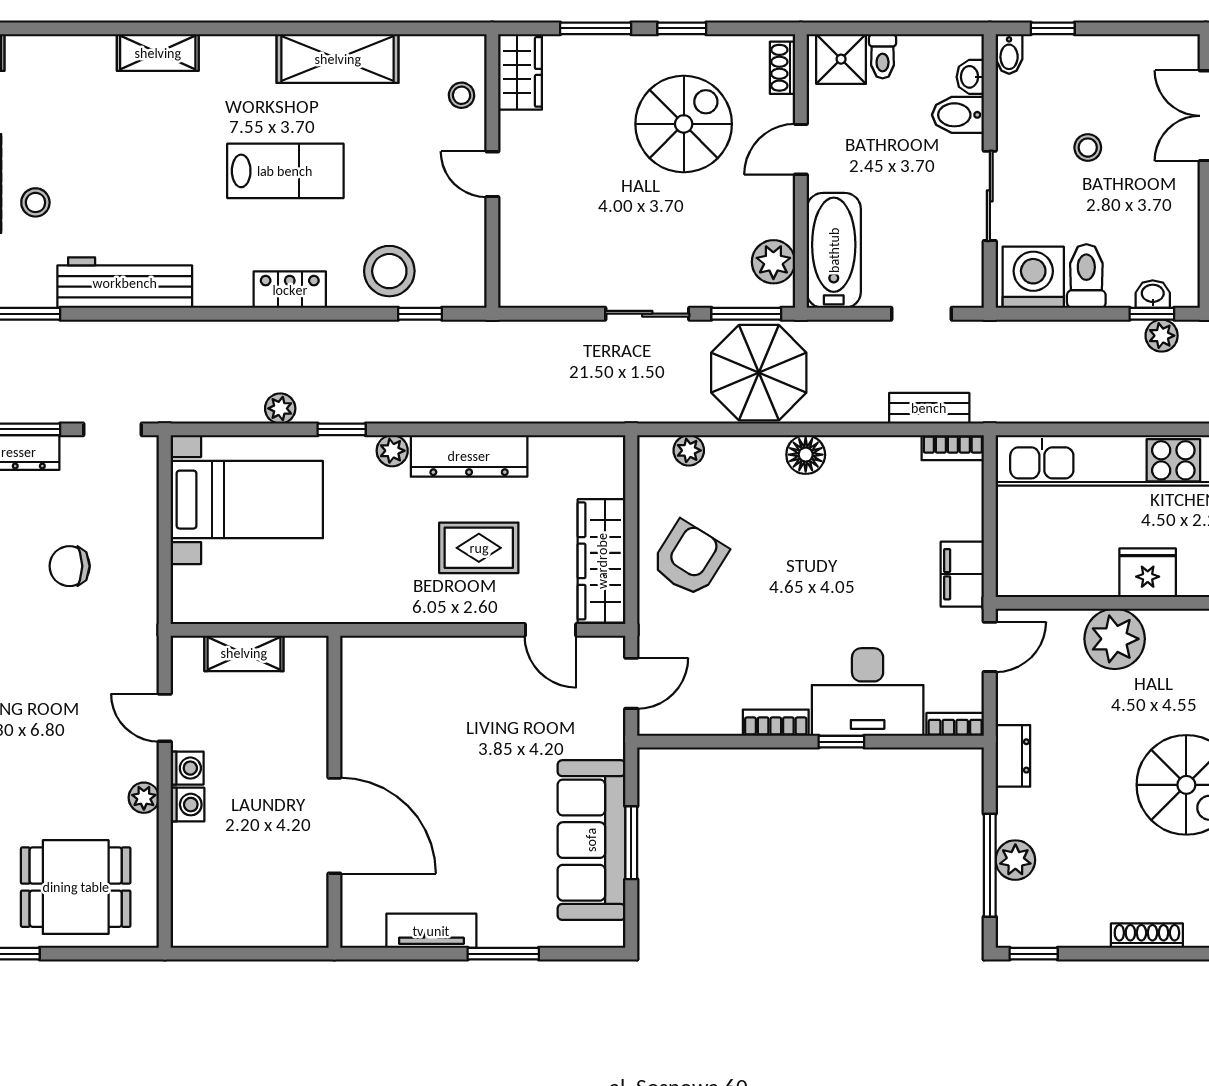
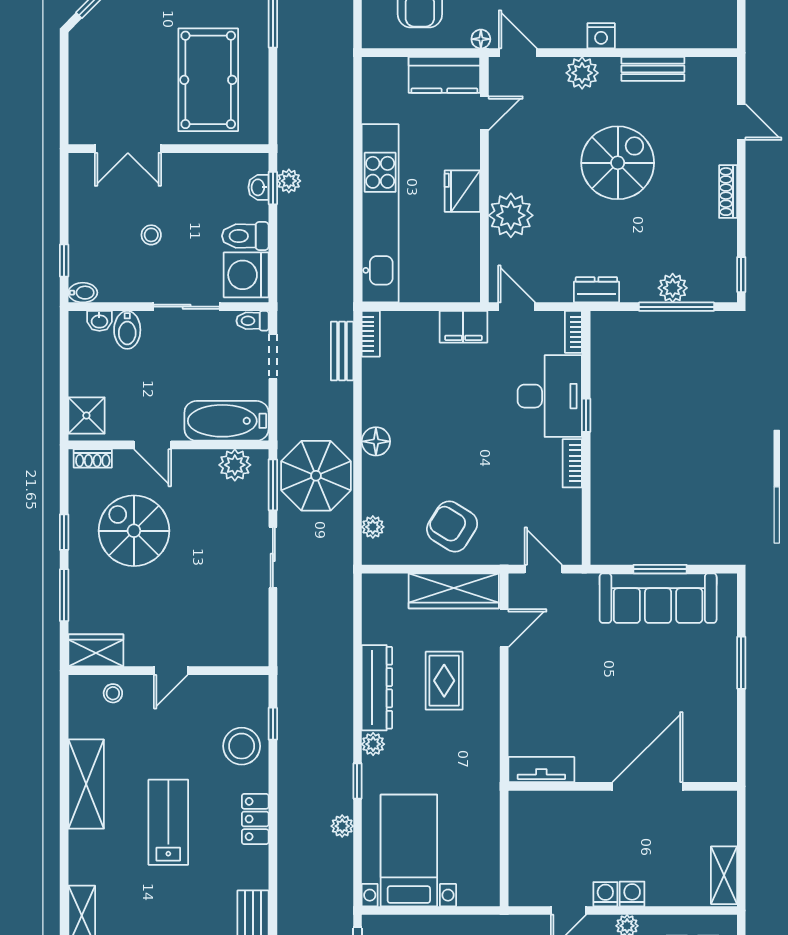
toilet: (883, 56) -> (252, 321), moved, turned 180
shelving: (244, 653) -> (724, 875), moved
tv unit: (431, 931) -> (541, 770), moved, turned 90

